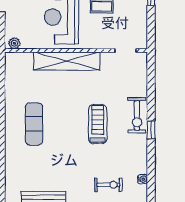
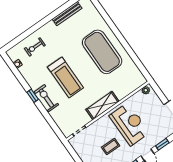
shelving: (67, 61) -> (103, 105), width x0.68
exercise mat: (34, 124) -> (102, 52), width x2.00, depth x1.45
treadmill: (98, 124) -> (65, 77), width x1.37, depth x1.38

